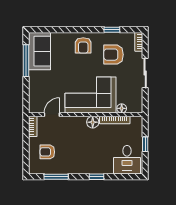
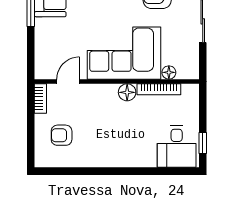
window: (145, 144) -> (203, 143), moved
window: (56, 177) -> (74, 171), removed
window: (97, 177) -> (133, 171), removed

